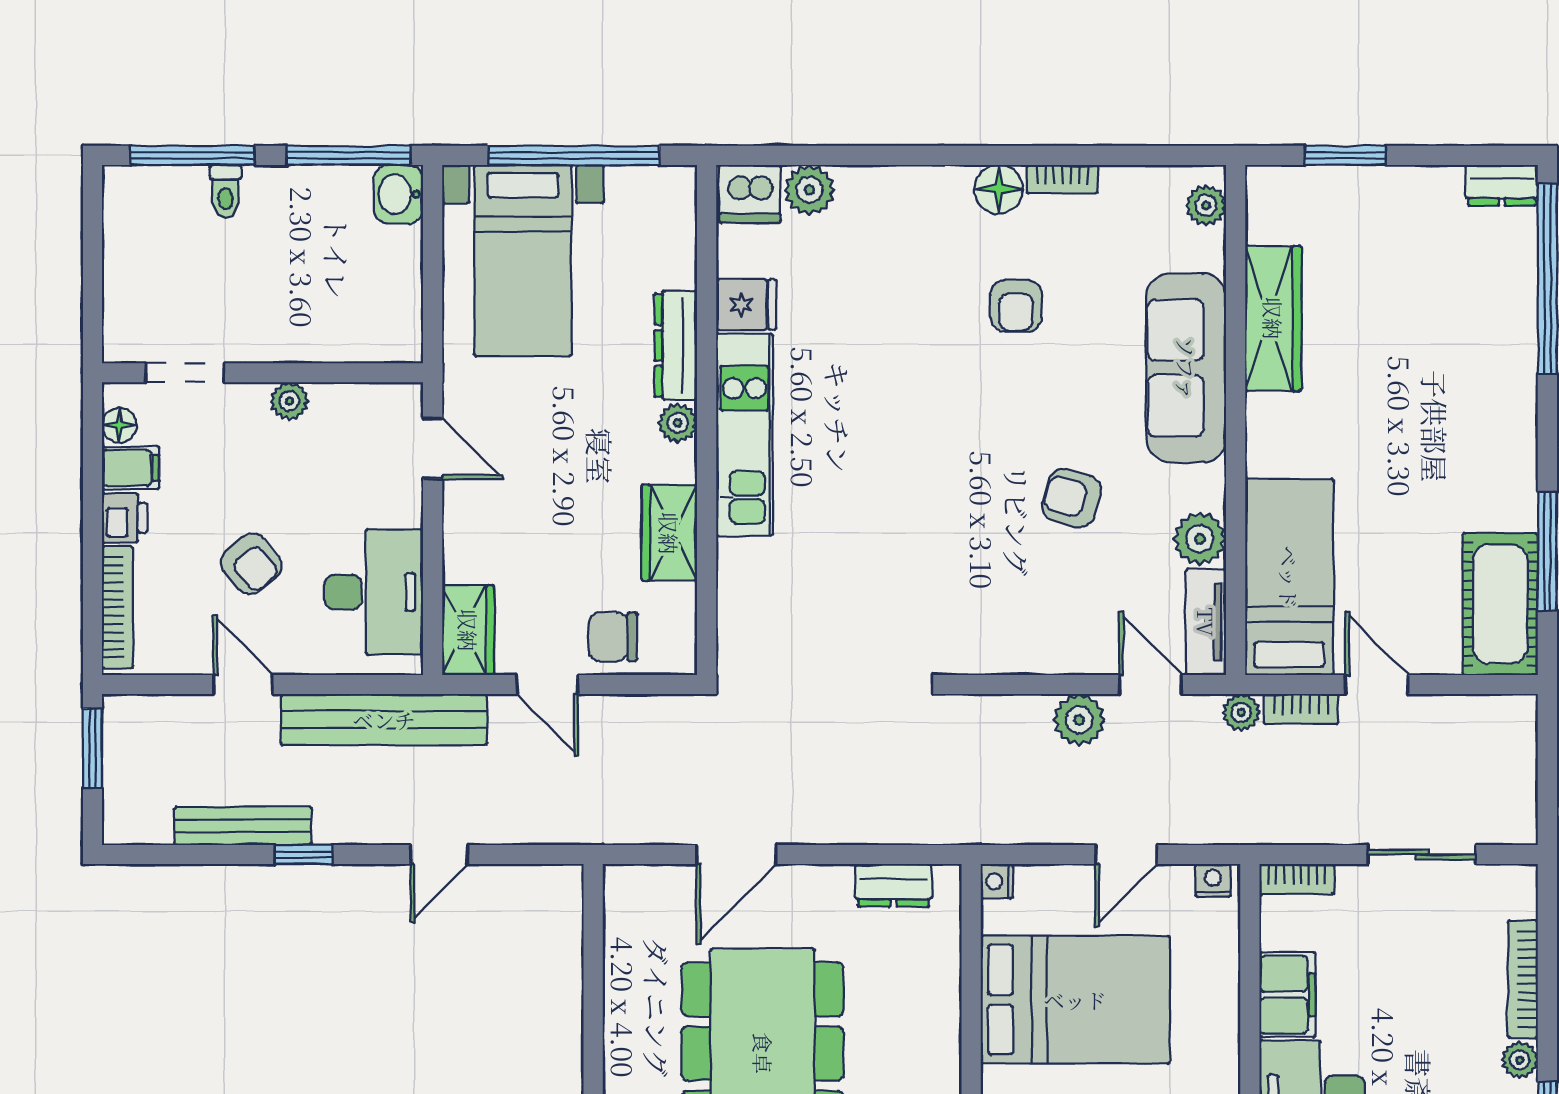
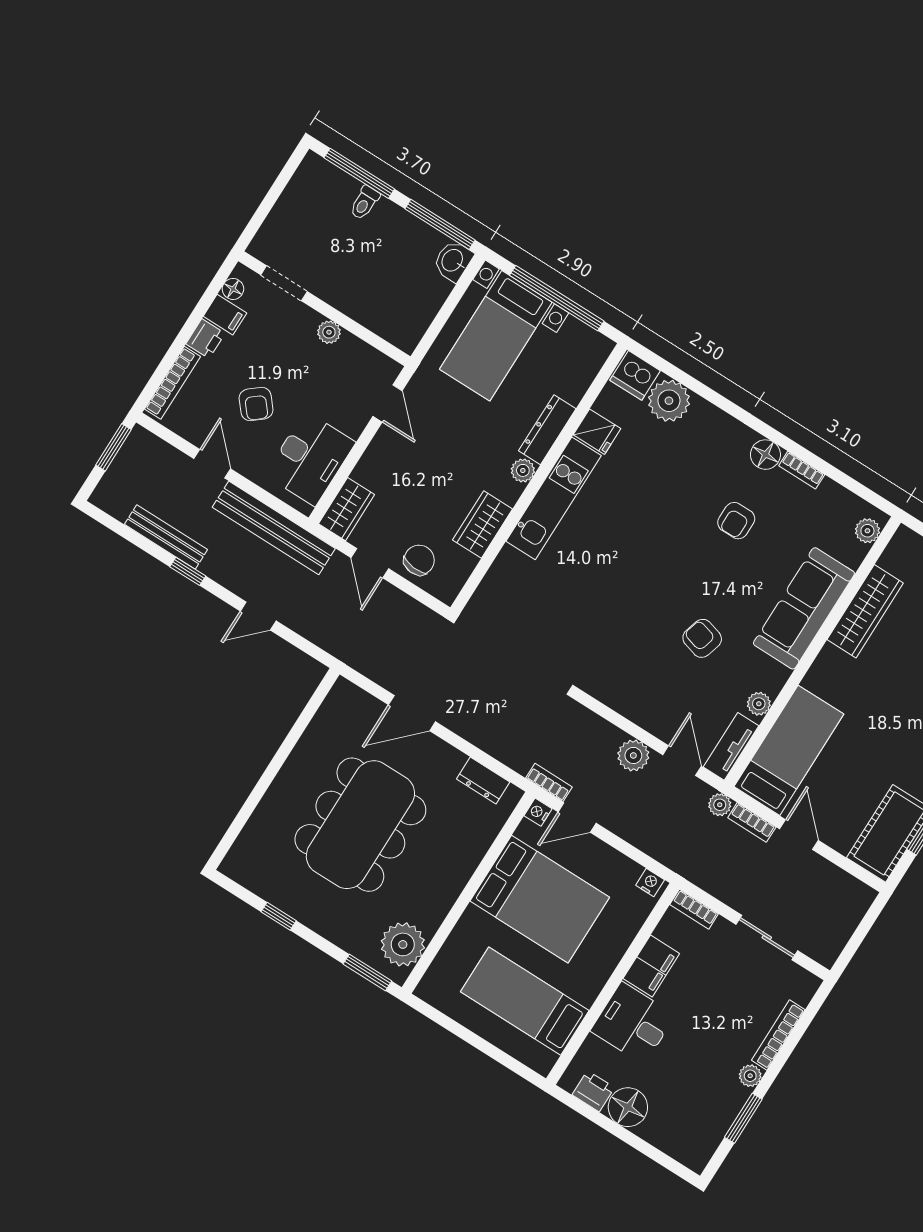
plant: (809, 190) -> (669, 401), width x1.36, depth x1.36
plant: (1200, 539) -> (759, 704), width x0.73, depth x0.73
chair: (613, 637) -> (419, 560), turned 95
bookcase: (986, 831) -> (549, 782), added
door: (1126, 855) -> (577, 817), moved

